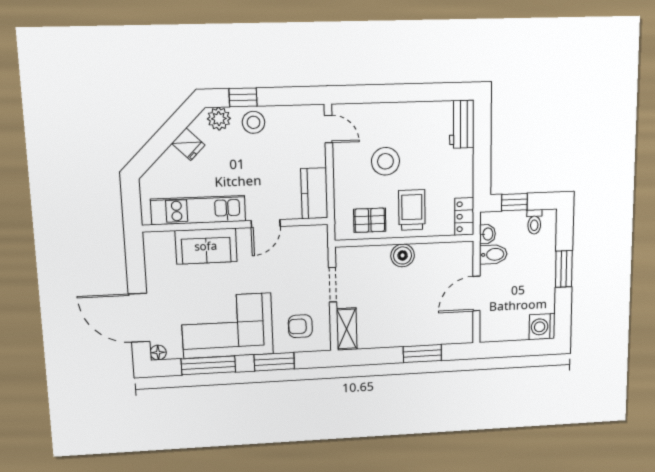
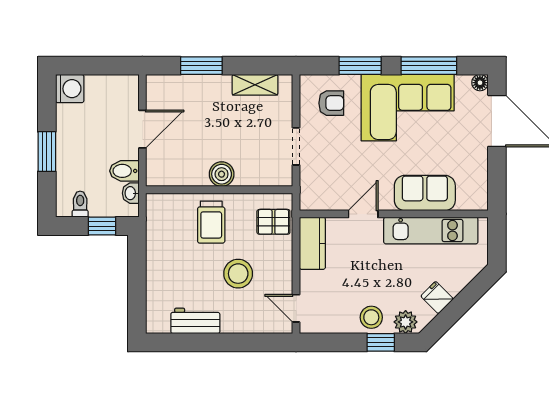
workbench: (462, 124) -> (195, 321), moved, turned -90
locker: (464, 217) -> (156, 213), removed
pallet: (370, 220) -> (273, 222), moved
shelving: (347, 329) -> (255, 85), moved, turned 90

